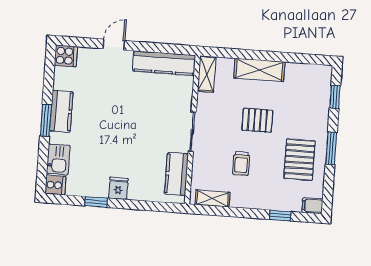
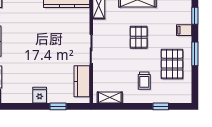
pallet: (257, 120) -> (139, 37), turned 90
trolley: (241, 163) -> (144, 81), moved
window: (96, 202) -> (58, 106), moved
filing cabinet: (312, 206) -> (184, 30), moved

